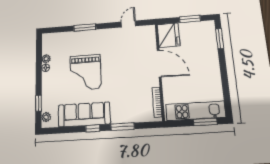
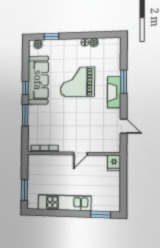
window: (190, 19) -> (123, 188), removed
fireplace: (95, 35) -> (114, 92), added
fridge: (169, 35) -> (114, 163), width x0.53, depth x0.75
door: (159, 64) -> (80, 154), width x0.53
kitchen unit: (195, 111) -> (64, 203), moved, turned -90

